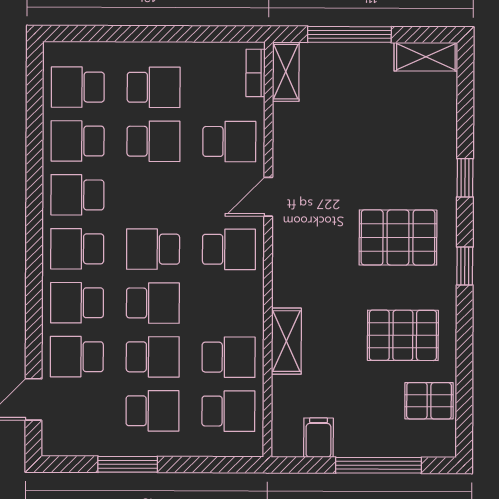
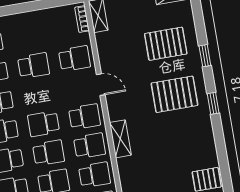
school desk: (154, 87) -> (90, 146), moved
door: (268, 197) -> (101, 85), swing flipped
pallet: (403, 335) -> (166, 44), moved
shelving: (286, 341) -> (120, 139), moved

